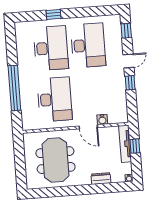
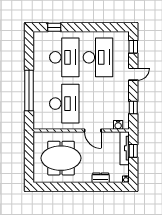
window: (53, 14) -> (54, 27), moved
window: (130, 83) -> (133, 108), moved
water cooler: (102, 120) -> (118, 125), moved
meeting table: (55, 160) -> (61, 158), turned 90

